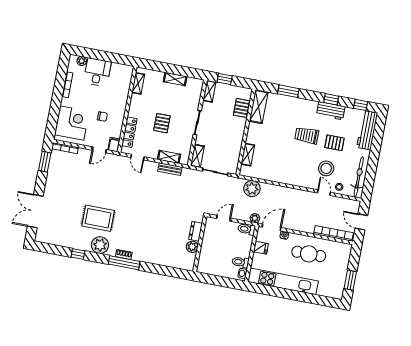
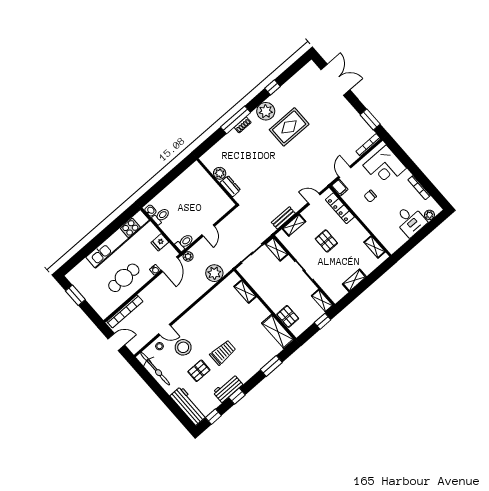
dresser: (196, 231) -> (230, 186), moved
wall: (200, 244) -> (217, 182), moved
plant: (192, 247) -> (220, 173), moved

